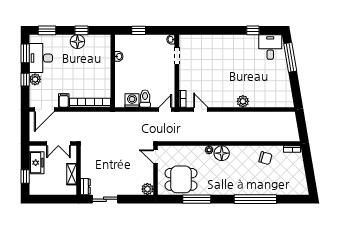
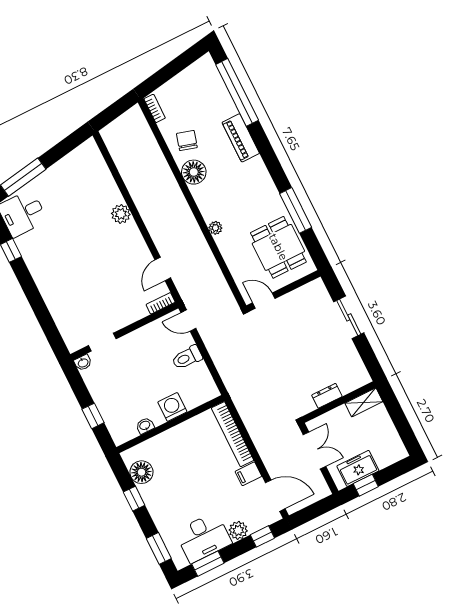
floor lamp: (77, 42) -> (141, 472), moved
window: (25, 80) -> (262, 536), moved
washing machine: (132, 100) -> (172, 407), moved, turned 90
floor lamp: (222, 153) -> (194, 172), moved
door: (155, 157) -> (264, 301), swing flipped
shelving: (72, 174) -> (364, 402), moved
window: (25, 177) -> (366, 485), moved
dresser: (85, 187) -> (327, 396), moved
plant: (147, 189) -> (316, 289), removed
piano: (252, 189) -> (241, 138), added
sliding door: (105, 199) -> (349, 317), moved
window: (255, 199) -> (237, 92), moved

